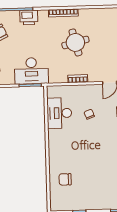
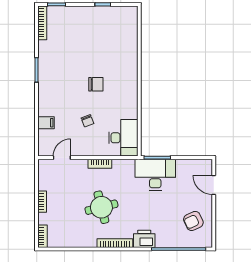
printer: (29, 17) -> (144, 239), moved
desk: (59, 113) -> (123, 138), moved
chair: (65, 179) -> (96, 84), moved

